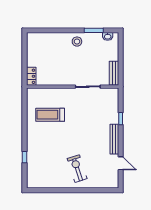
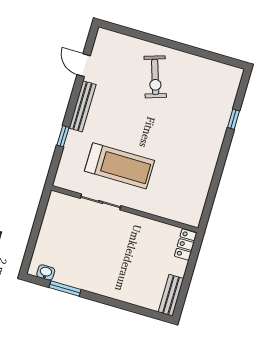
stool: (77, 42) -> (97, 279), removed
bench: (114, 73) -> (171, 295), moved
treadmill: (50, 115) -> (119, 166), moved, width x1.37, depth x1.38

